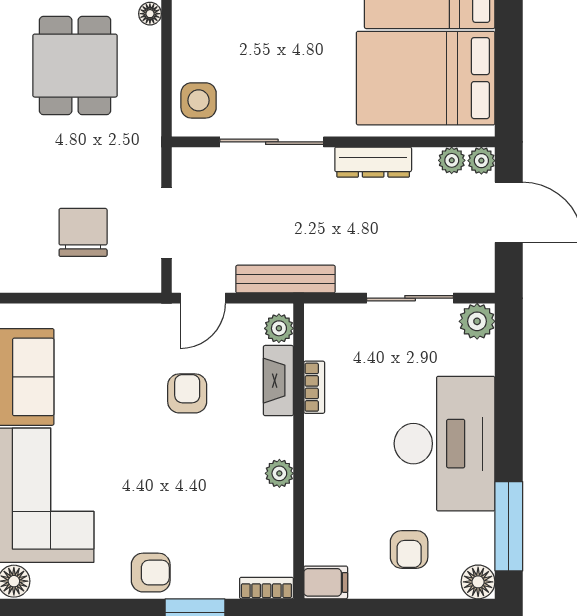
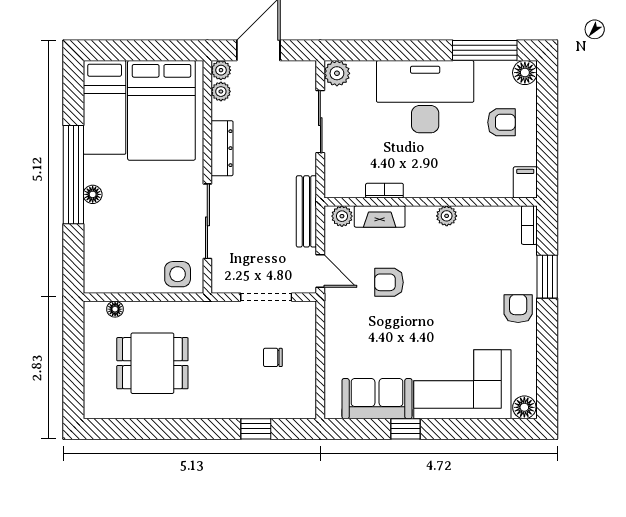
chair: (83, 232) -> (273, 357), width x0.54, depth x0.54

